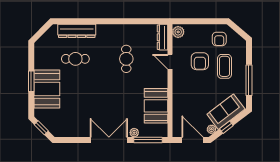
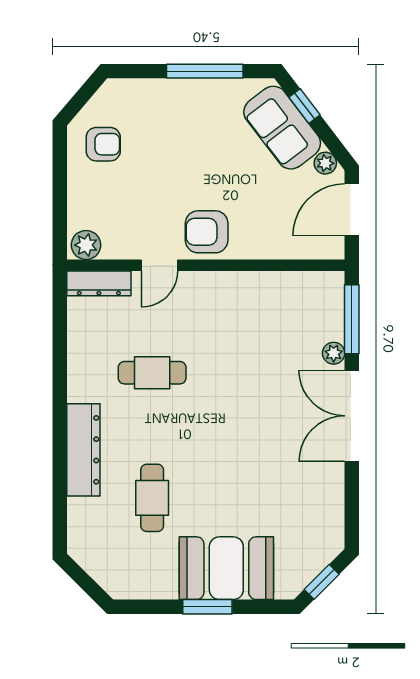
dresser: (77, 31) -> (83, 450), moved
armchair: (200, 61) -> (207, 232), moved, turned 180
coffee table: (224, 66) -> (171, 131), removed
booth: (156, 106) -> (268, 300), removed
window: (226, 127) -> (305, 106), moved

